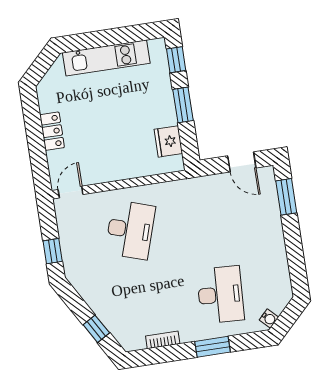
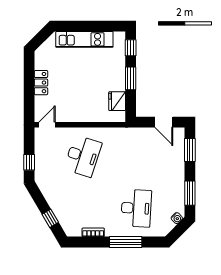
window: (296, 260) -> (190, 193), added
water cooler: (269, 319) -> (177, 218), moved
window: (213, 347) -> (126, 242), width x1.44

